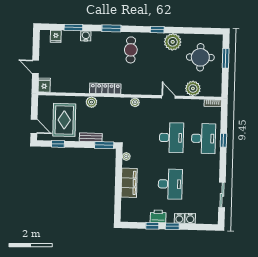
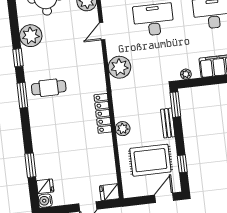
window: (111, 28) -> (22, 95), moved
water cooler: (86, 36) -> (45, 201), moved
plant: (135, 102) -> (120, 67), width x1.88, depth x1.88

